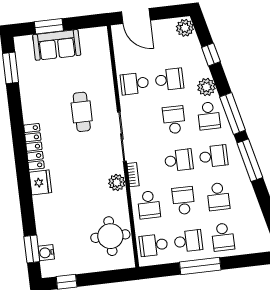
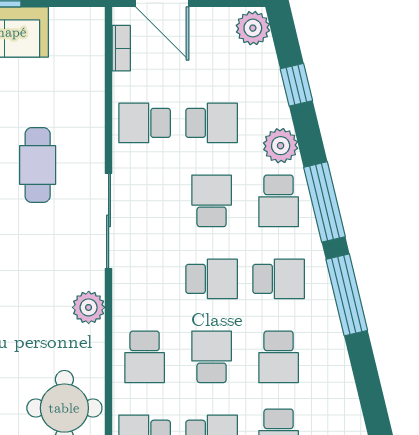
bookcase: (133, 175) -> (121, 48), moved

